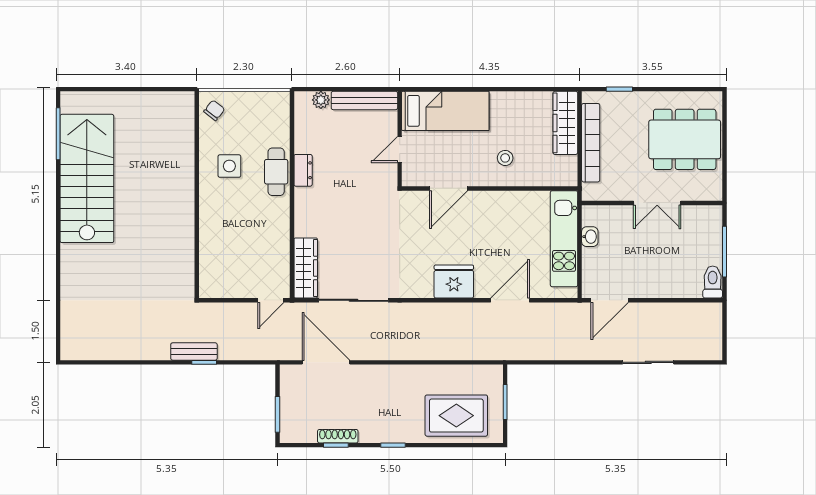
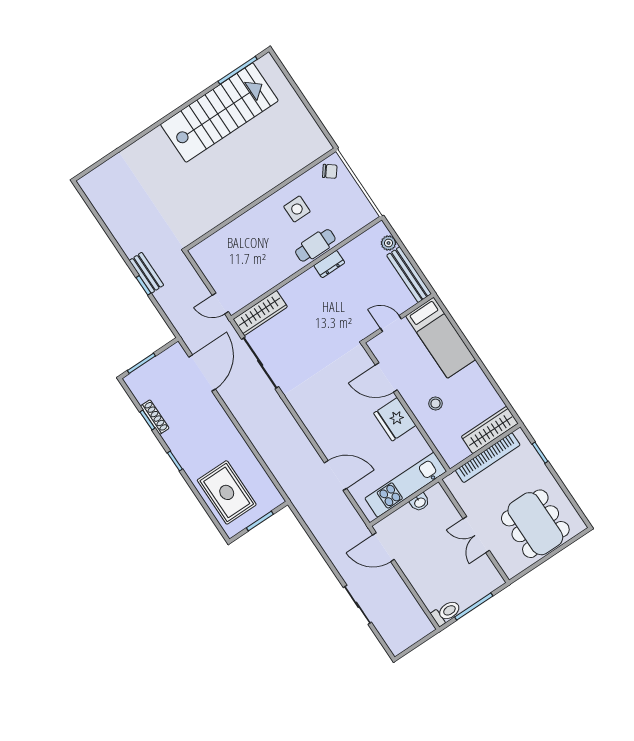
fridge: (454, 282) -> (395, 419), moved, turned 180

